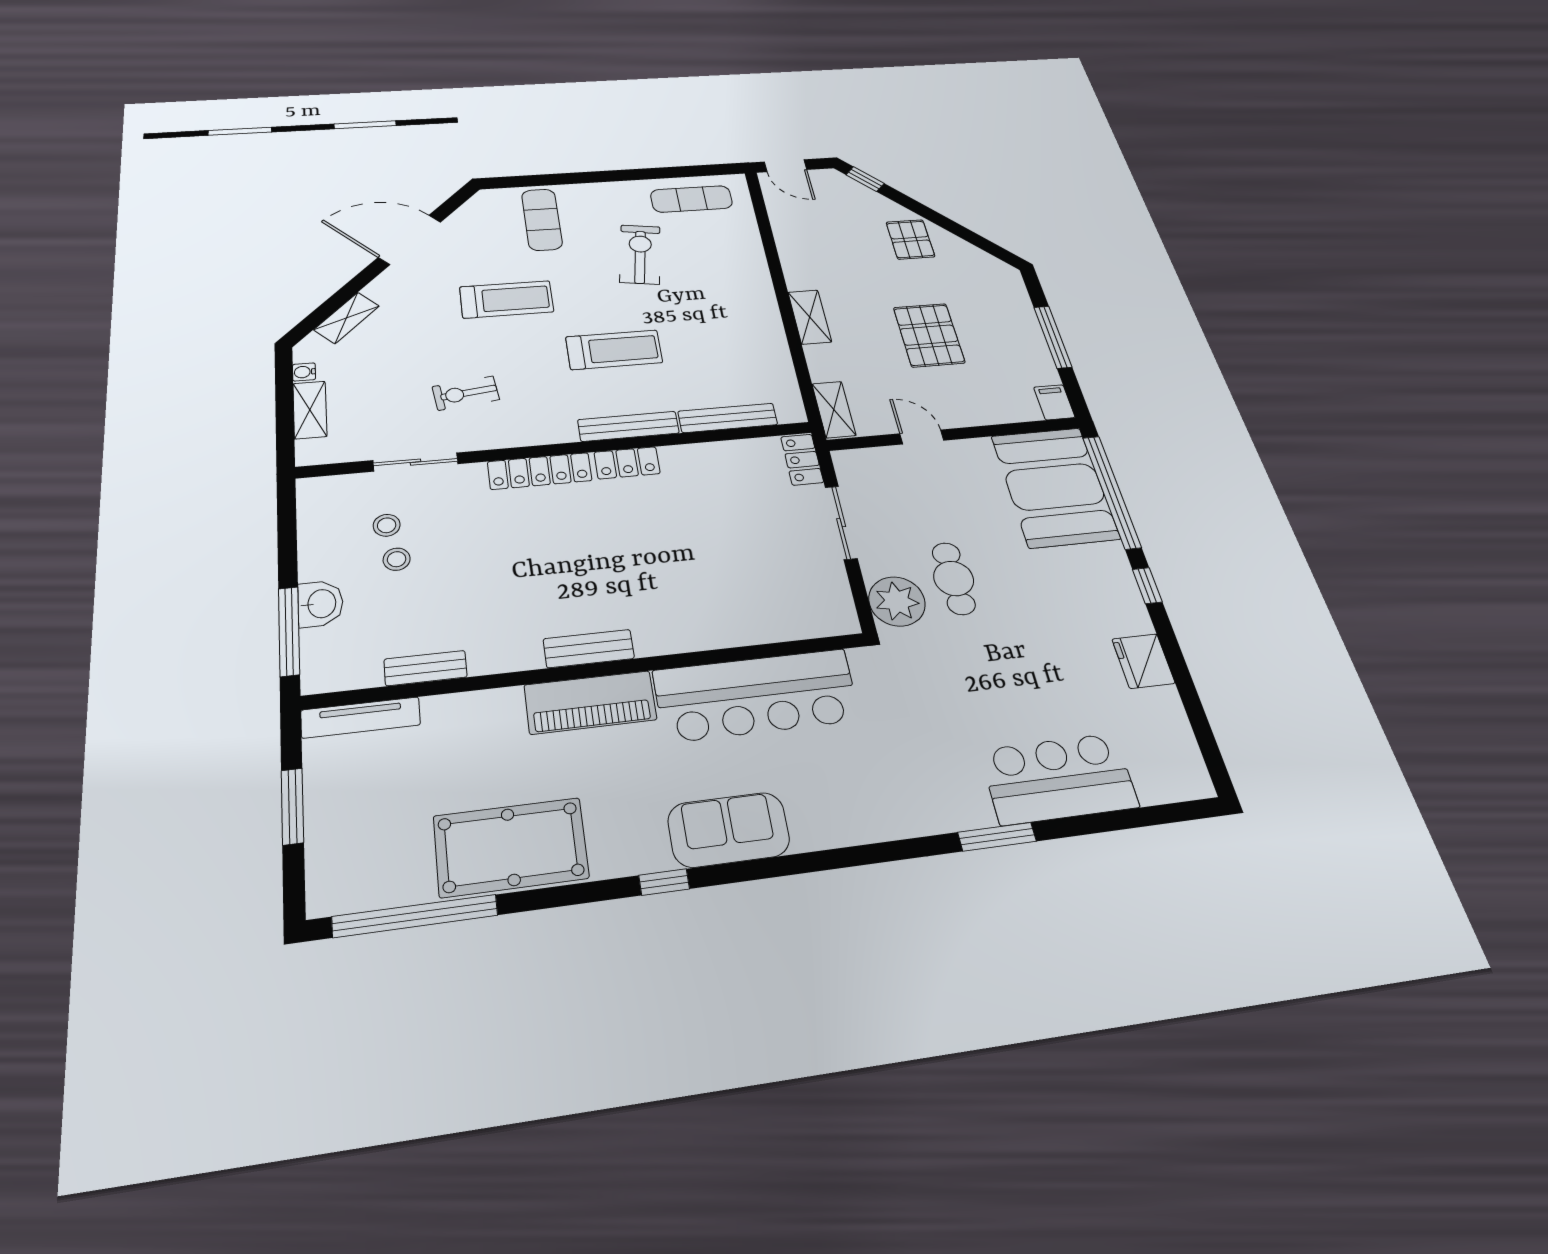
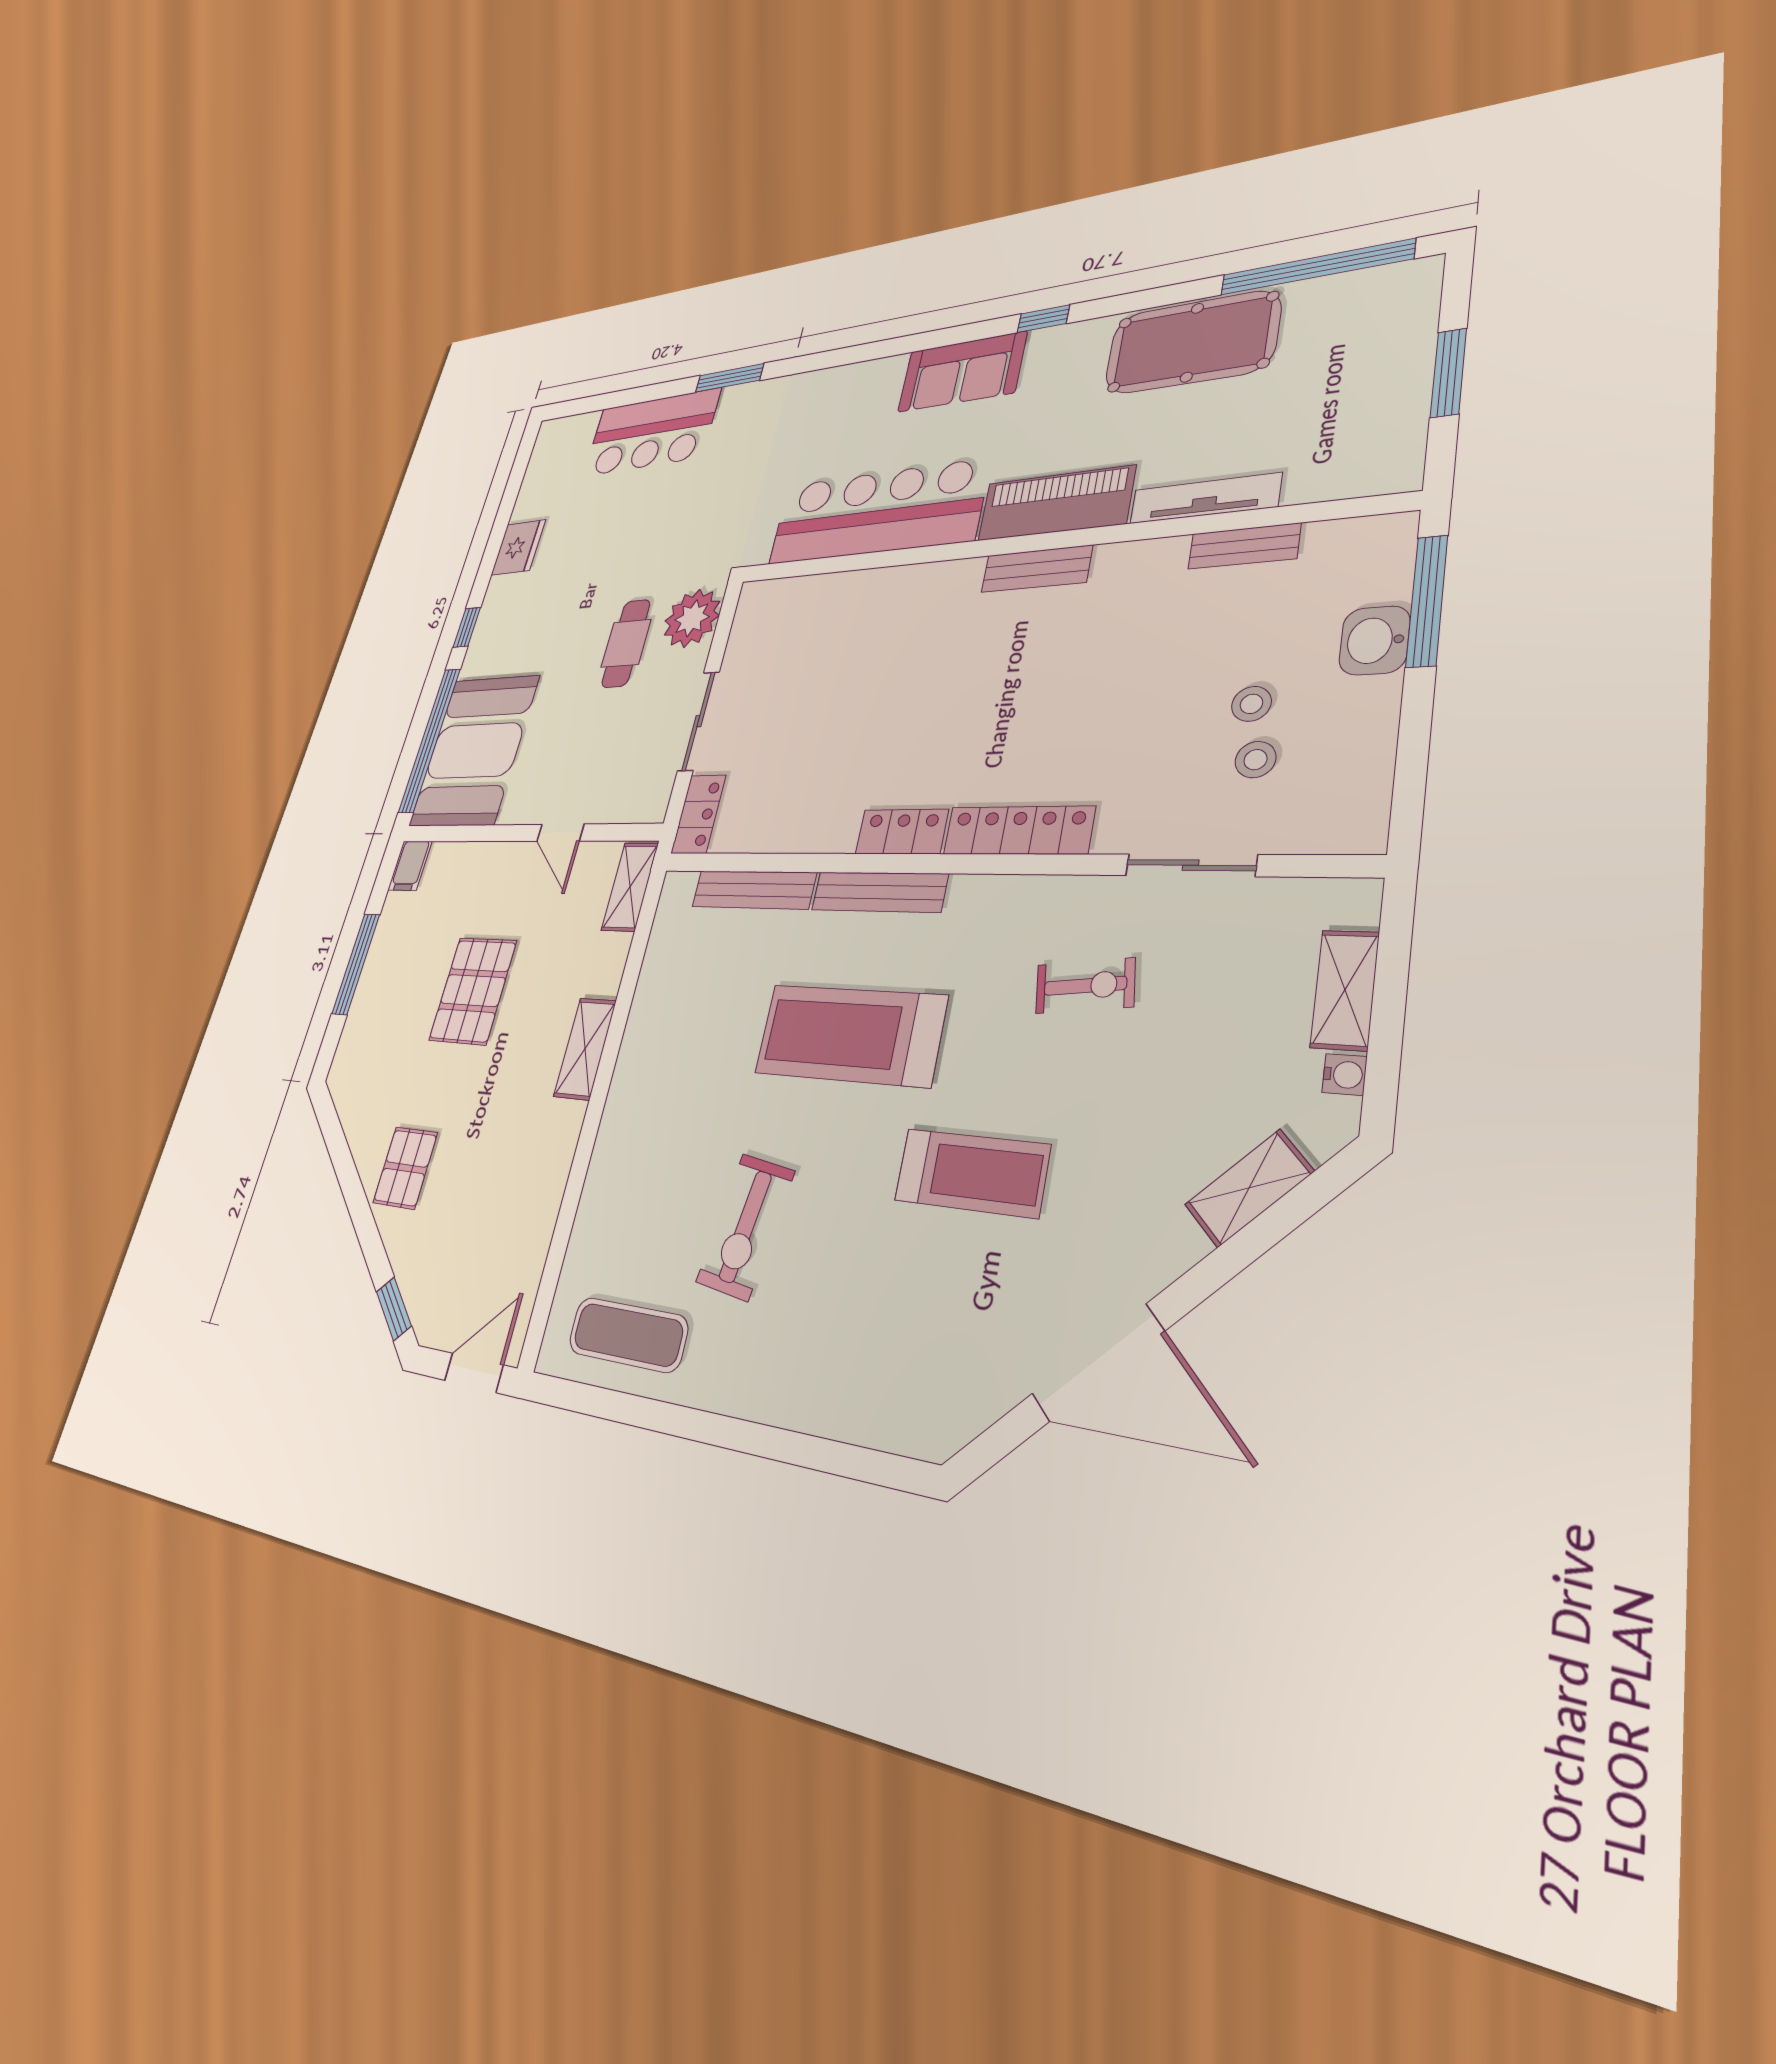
door: (786, 166) -> (474, 1373), hinge flipped
exercise mat: (542, 220) -> (862, 1351), removed
treadmill: (507, 299) -> (972, 1173), turned 180
treadmill: (614, 350) -> (850, 1035), width x1.37, depth x1.38
tv unit: (361, 717) -> (1205, 498), moved

